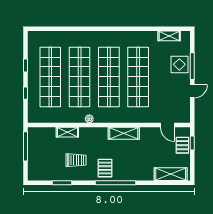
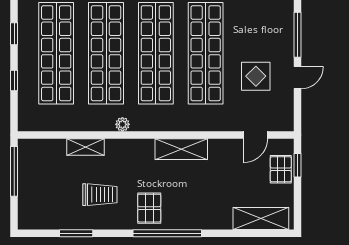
display table: (179, 64) -> (256, 76), moved
door: (167, 125) -> (255, 135), hinge flipped

